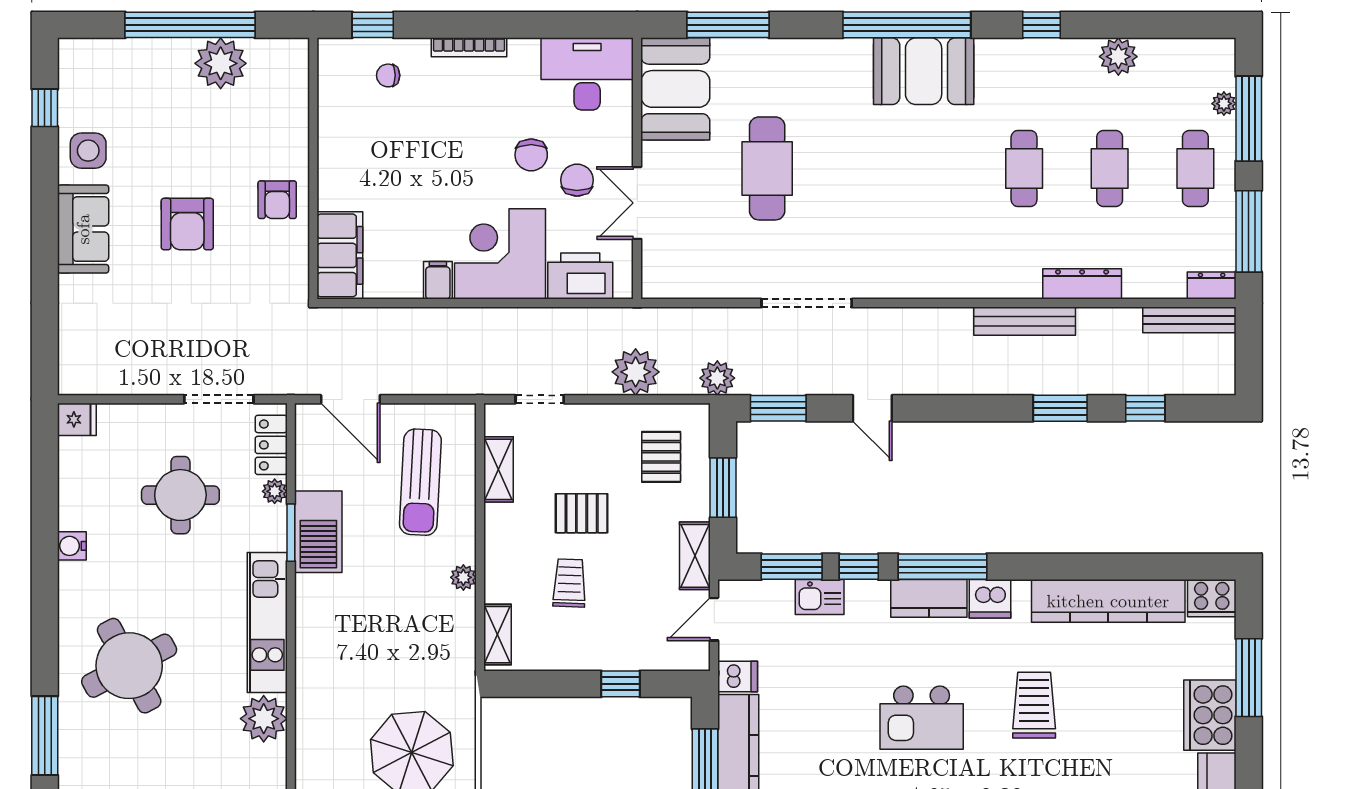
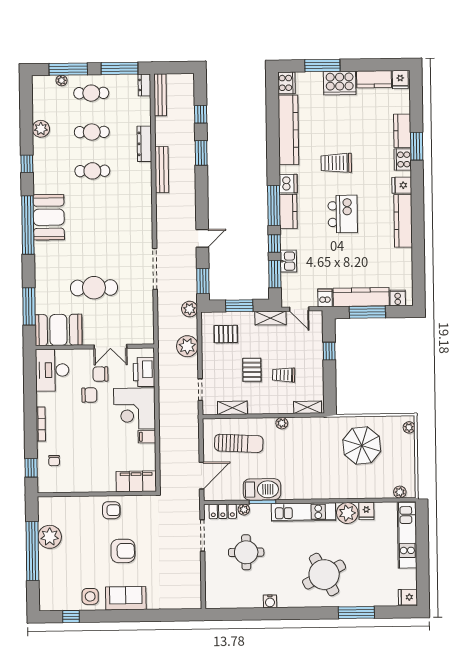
fridge: (77, 419) -> (366, 511), moved, turned 180

